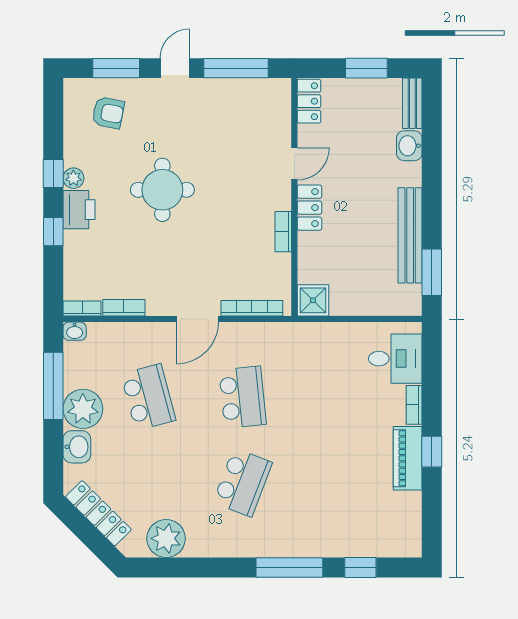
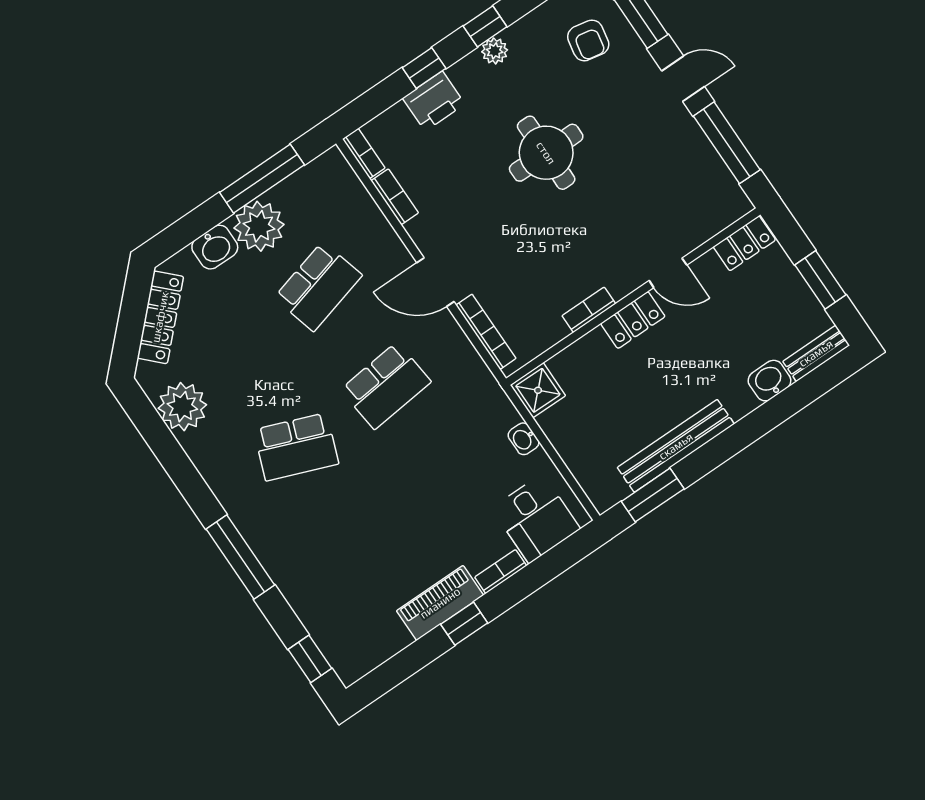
printer: (79, 210) -> (434, 101), moved
washbasin: (75, 331) -> (524, 439), moved
window: (360, 567) -> (310, 659), moved

